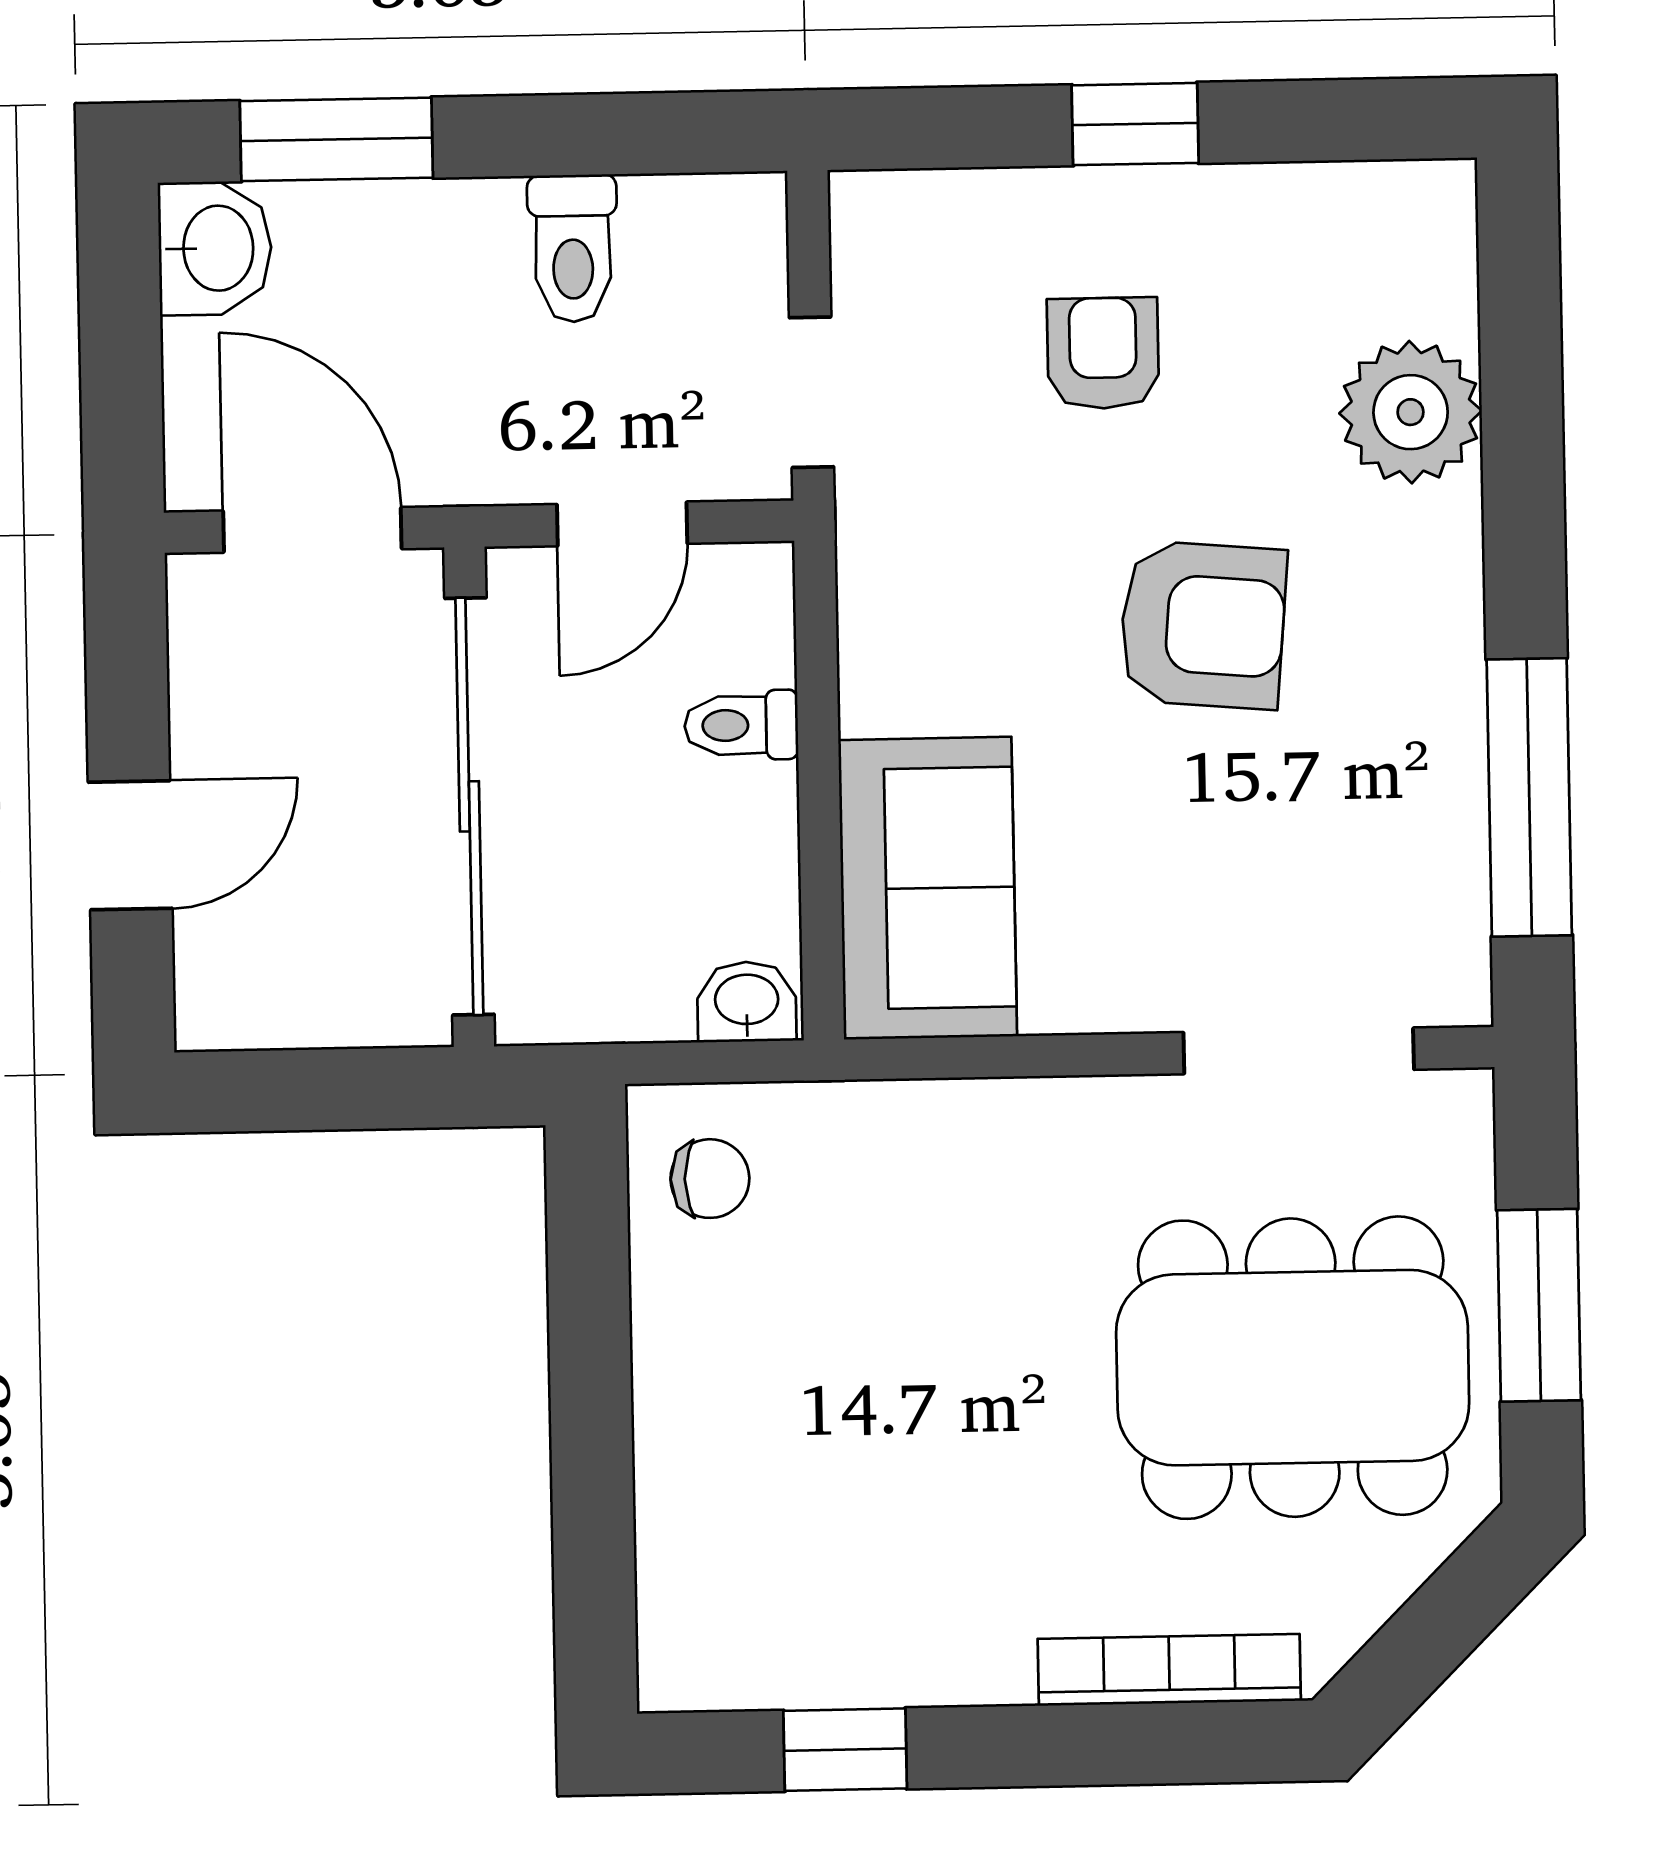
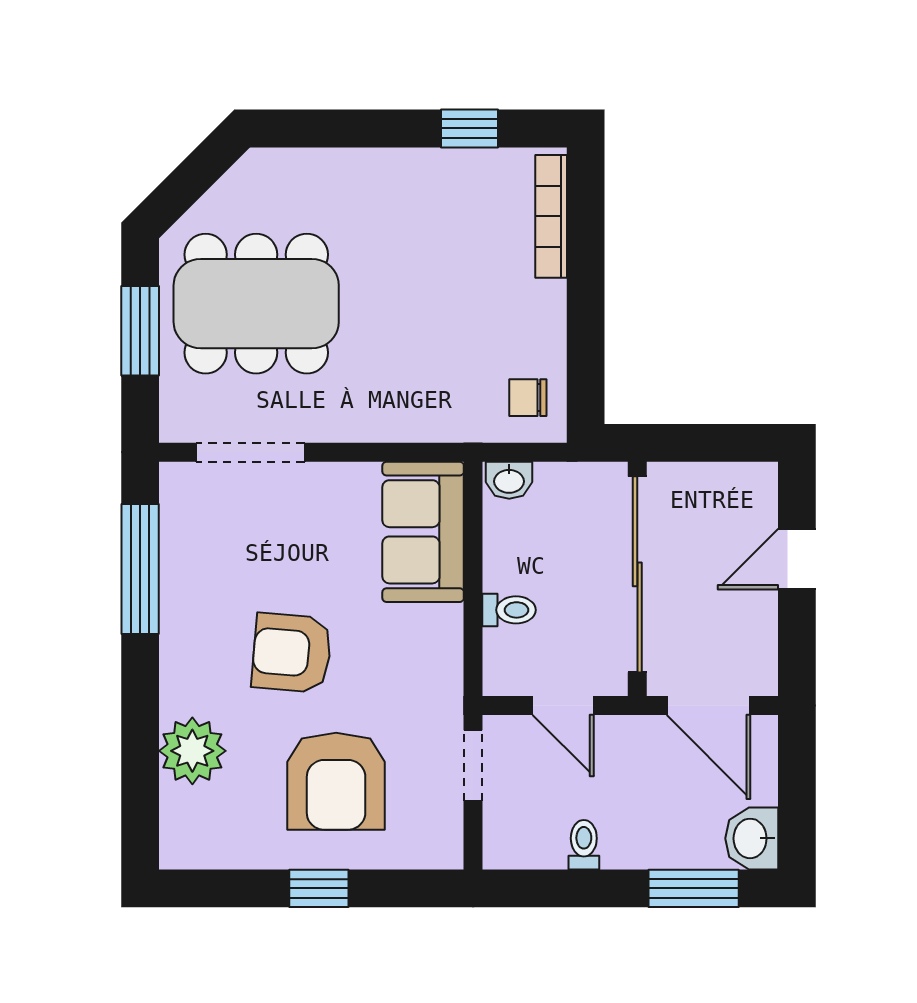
toilet: (573, 248) -> (584, 845), width x0.73, depth x0.72
armchair: (1103, 353) -> (336, 781), width x1.88, depth x1.88
door: (622, 524) -> (563, 705), swing flipped
bookcase: (1169, 1670) -> (551, 216), moved, turned 90

